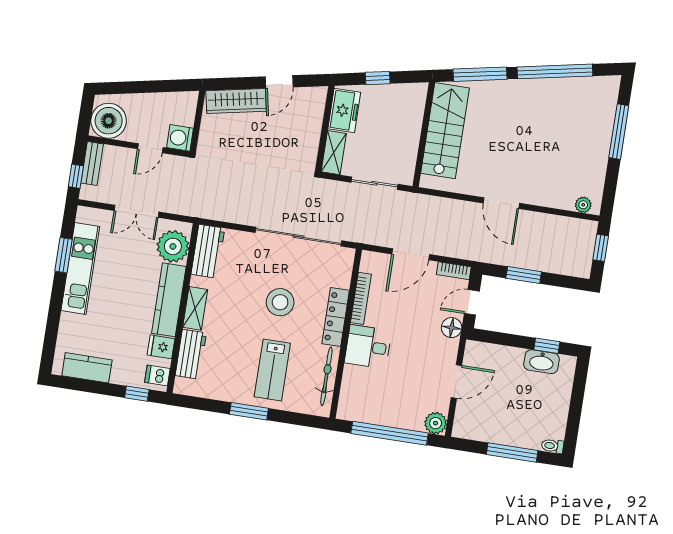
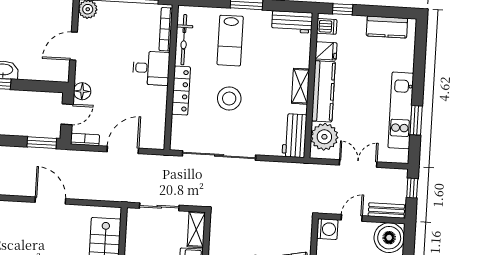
bench: (92, 164) -> (386, 210), moved, turned 90
window: (524, 275) -> (42, 143), moved
bookcase: (361, 298) -> (166, 29), moved
workbench: (191, 354) -> (292, 22), moved, turned -90
lab bench: (272, 370) -> (230, 41), turned 180

